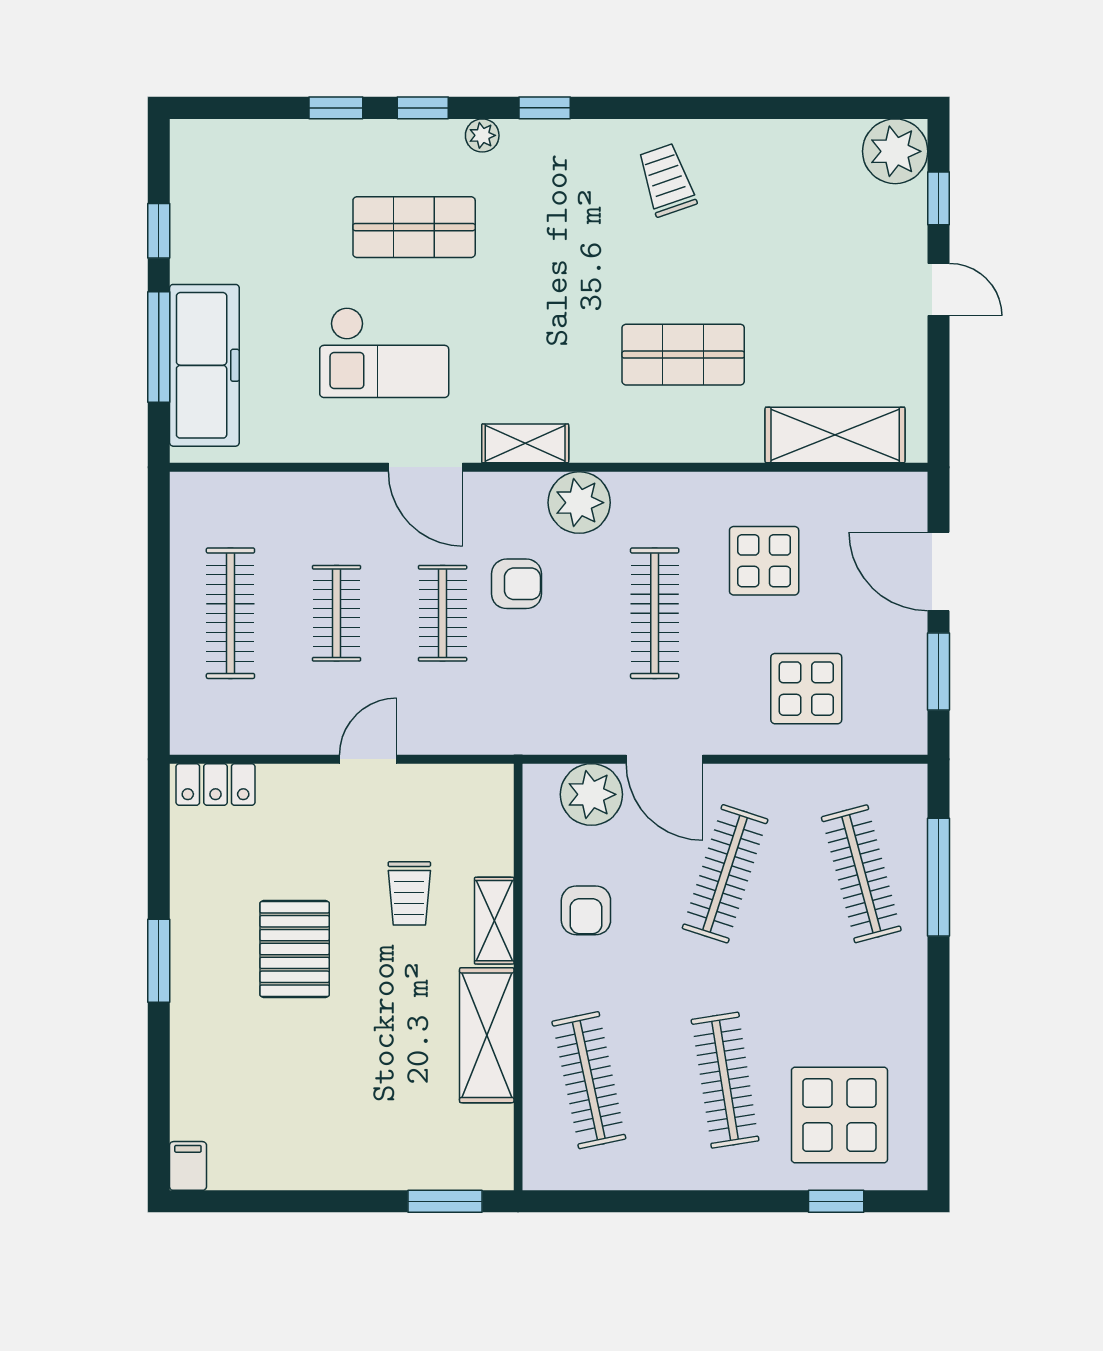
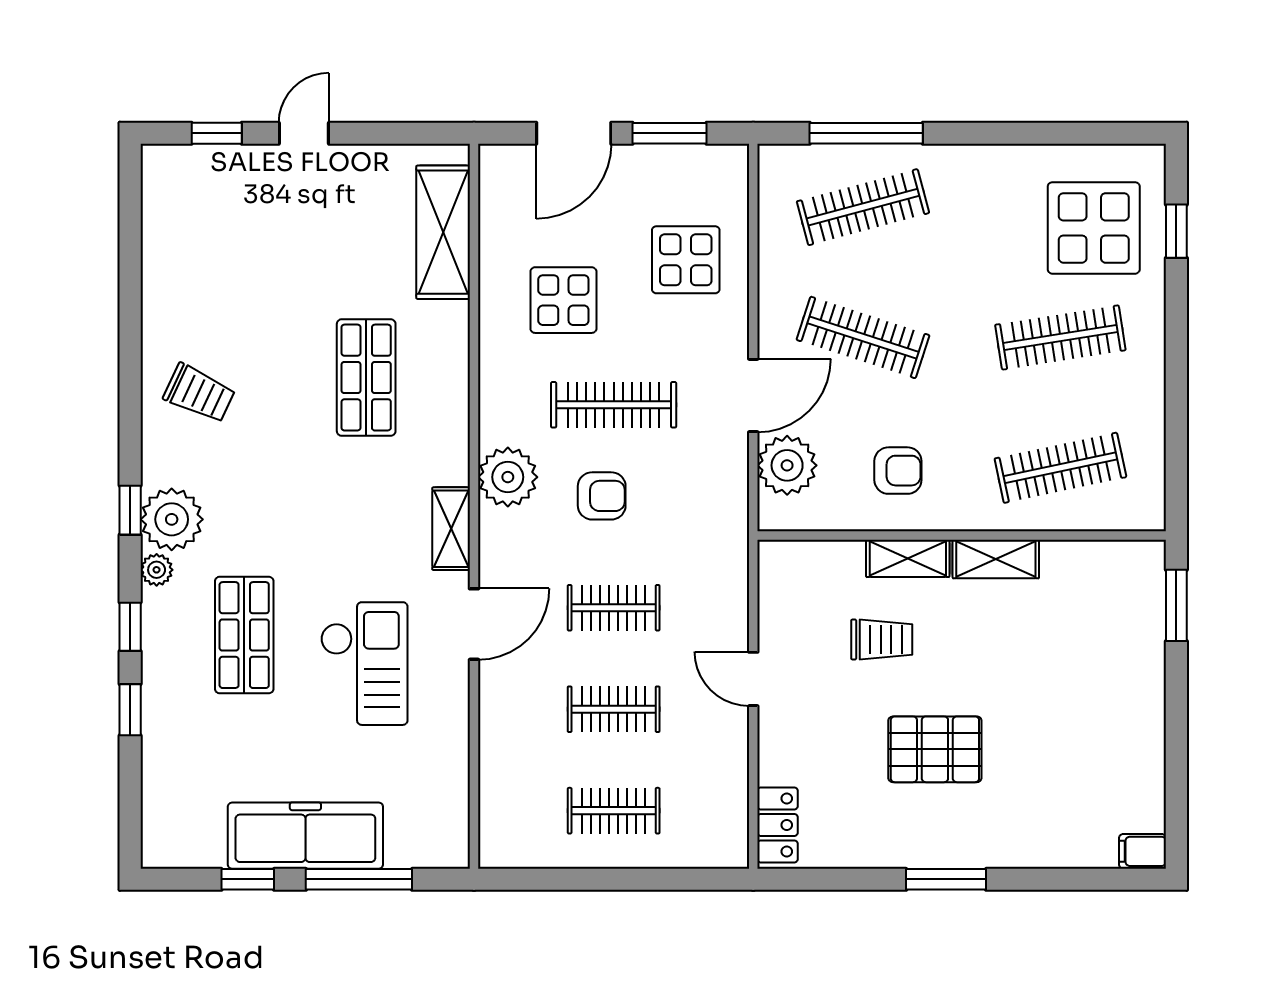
plant: (895, 151) -> (172, 519), moved
trolley: (667, 180) -> (199, 393), turned -136
freezer: (204, 365) -> (305, 836), moved
armchair: (516, 584) -> (602, 496), moved, turned 90
clothes rail: (230, 613) -> (614, 811), width x0.73
shelving: (487, 1035) -> (996, 559), width x0.67, depth x0.75

